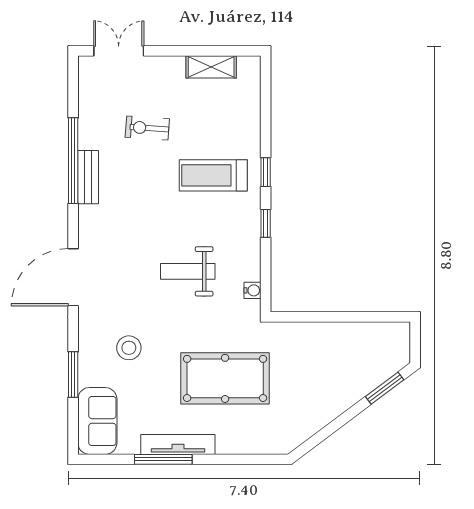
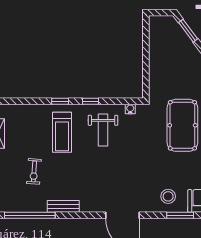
window: (73, 161) -> (30, 215), moved
weight bench: (188, 271) -> (103, 130), moved
stool: (129, 348) -> (168, 196), moved

